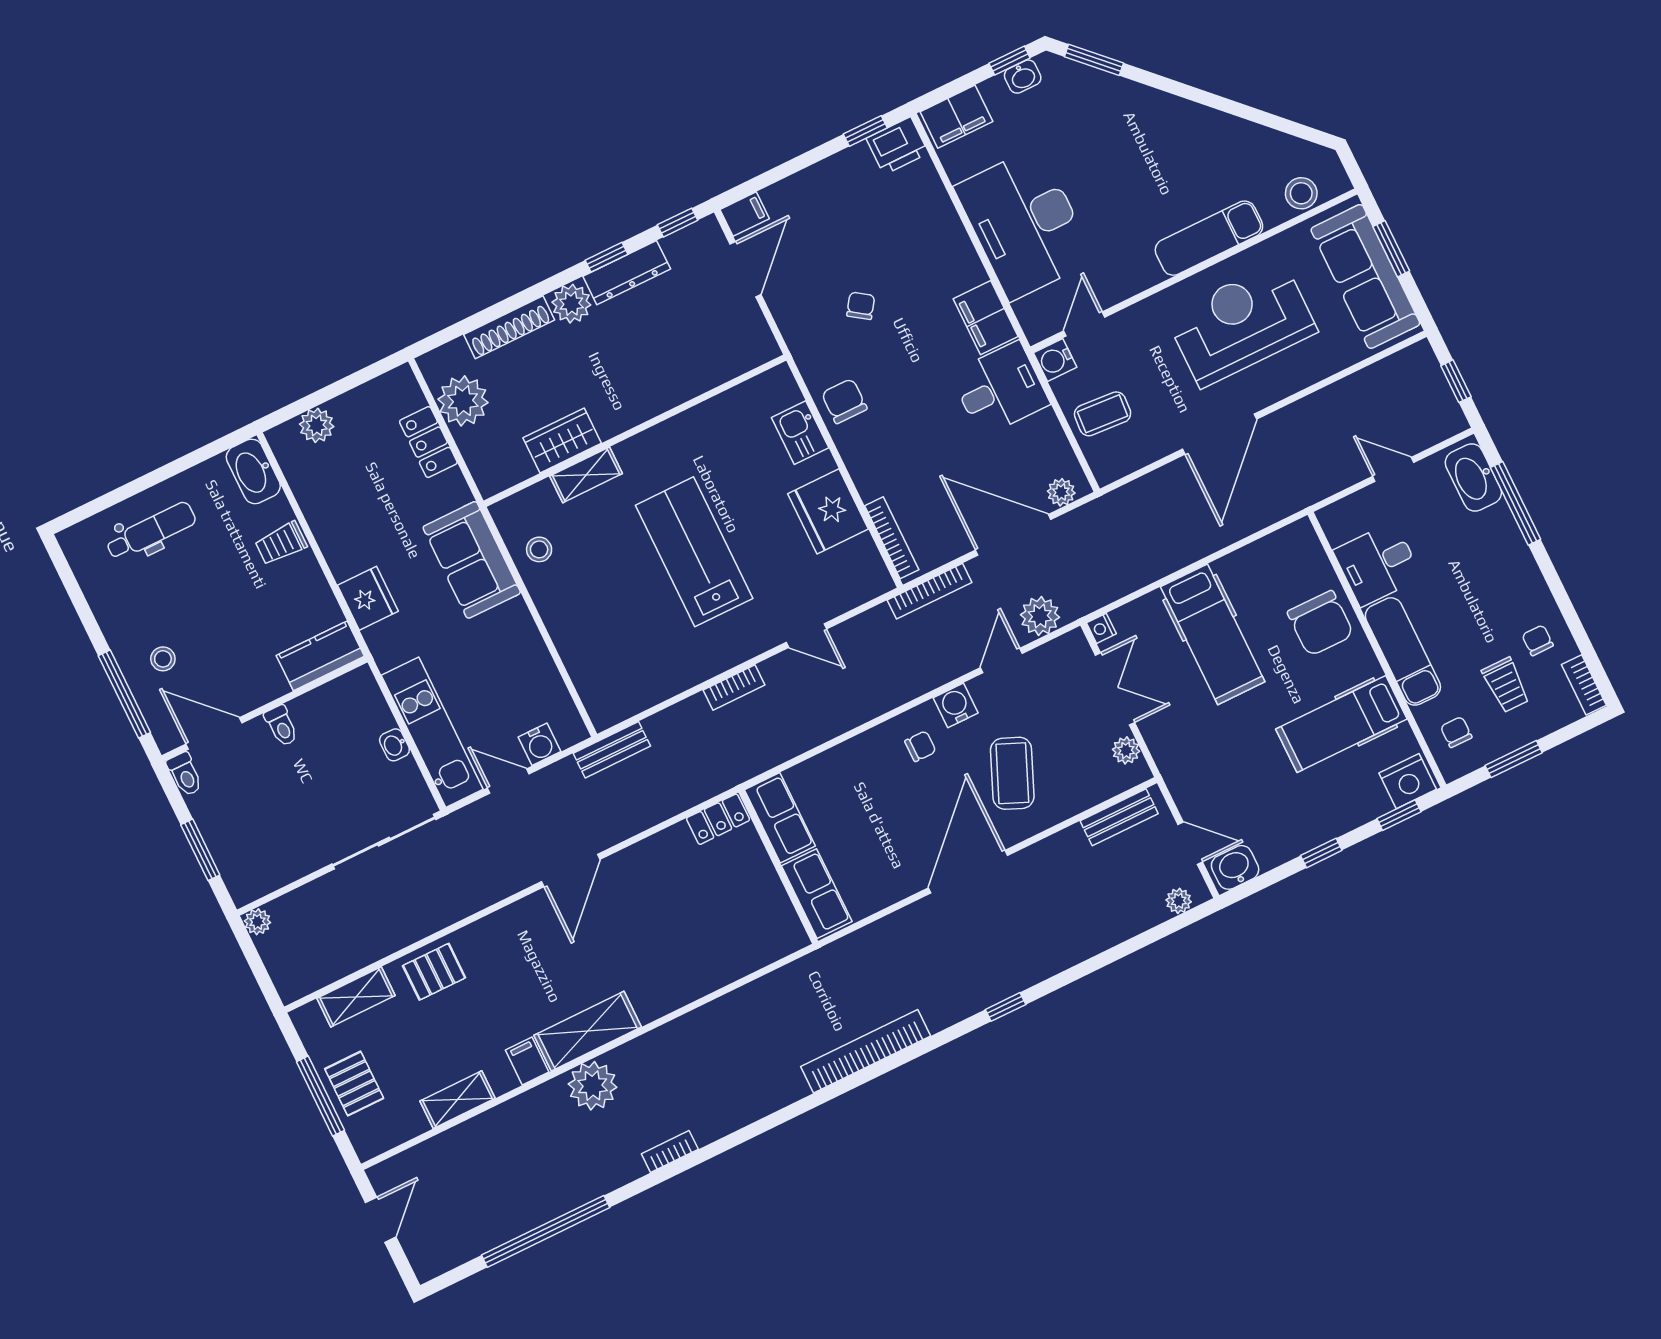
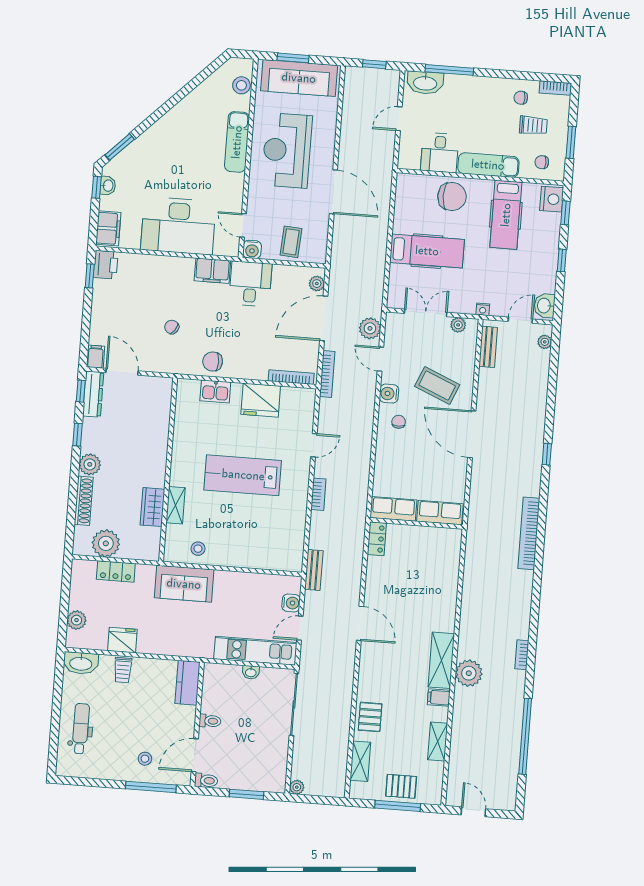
dresser: (627, 273) -> (93, 394), moved
fridge: (368, 598) -> (122, 640), moved
nightstand: (1101, 628) -> (483, 309), moved

